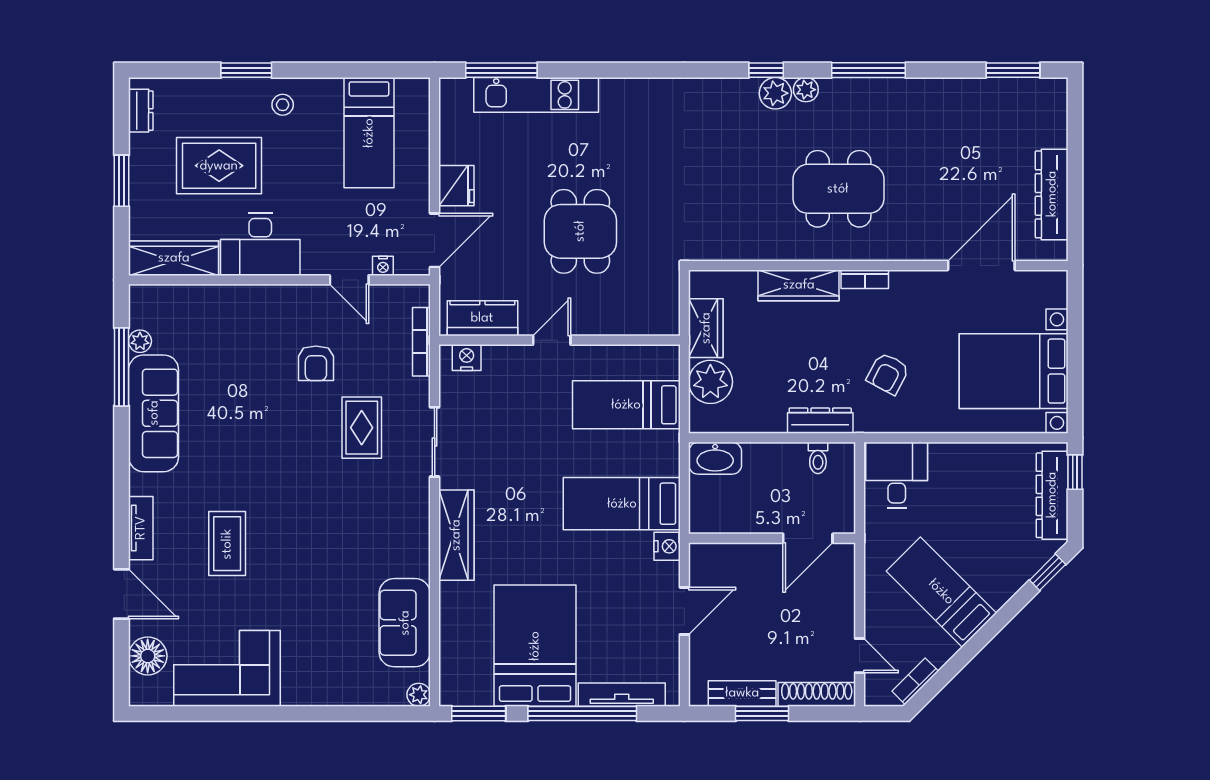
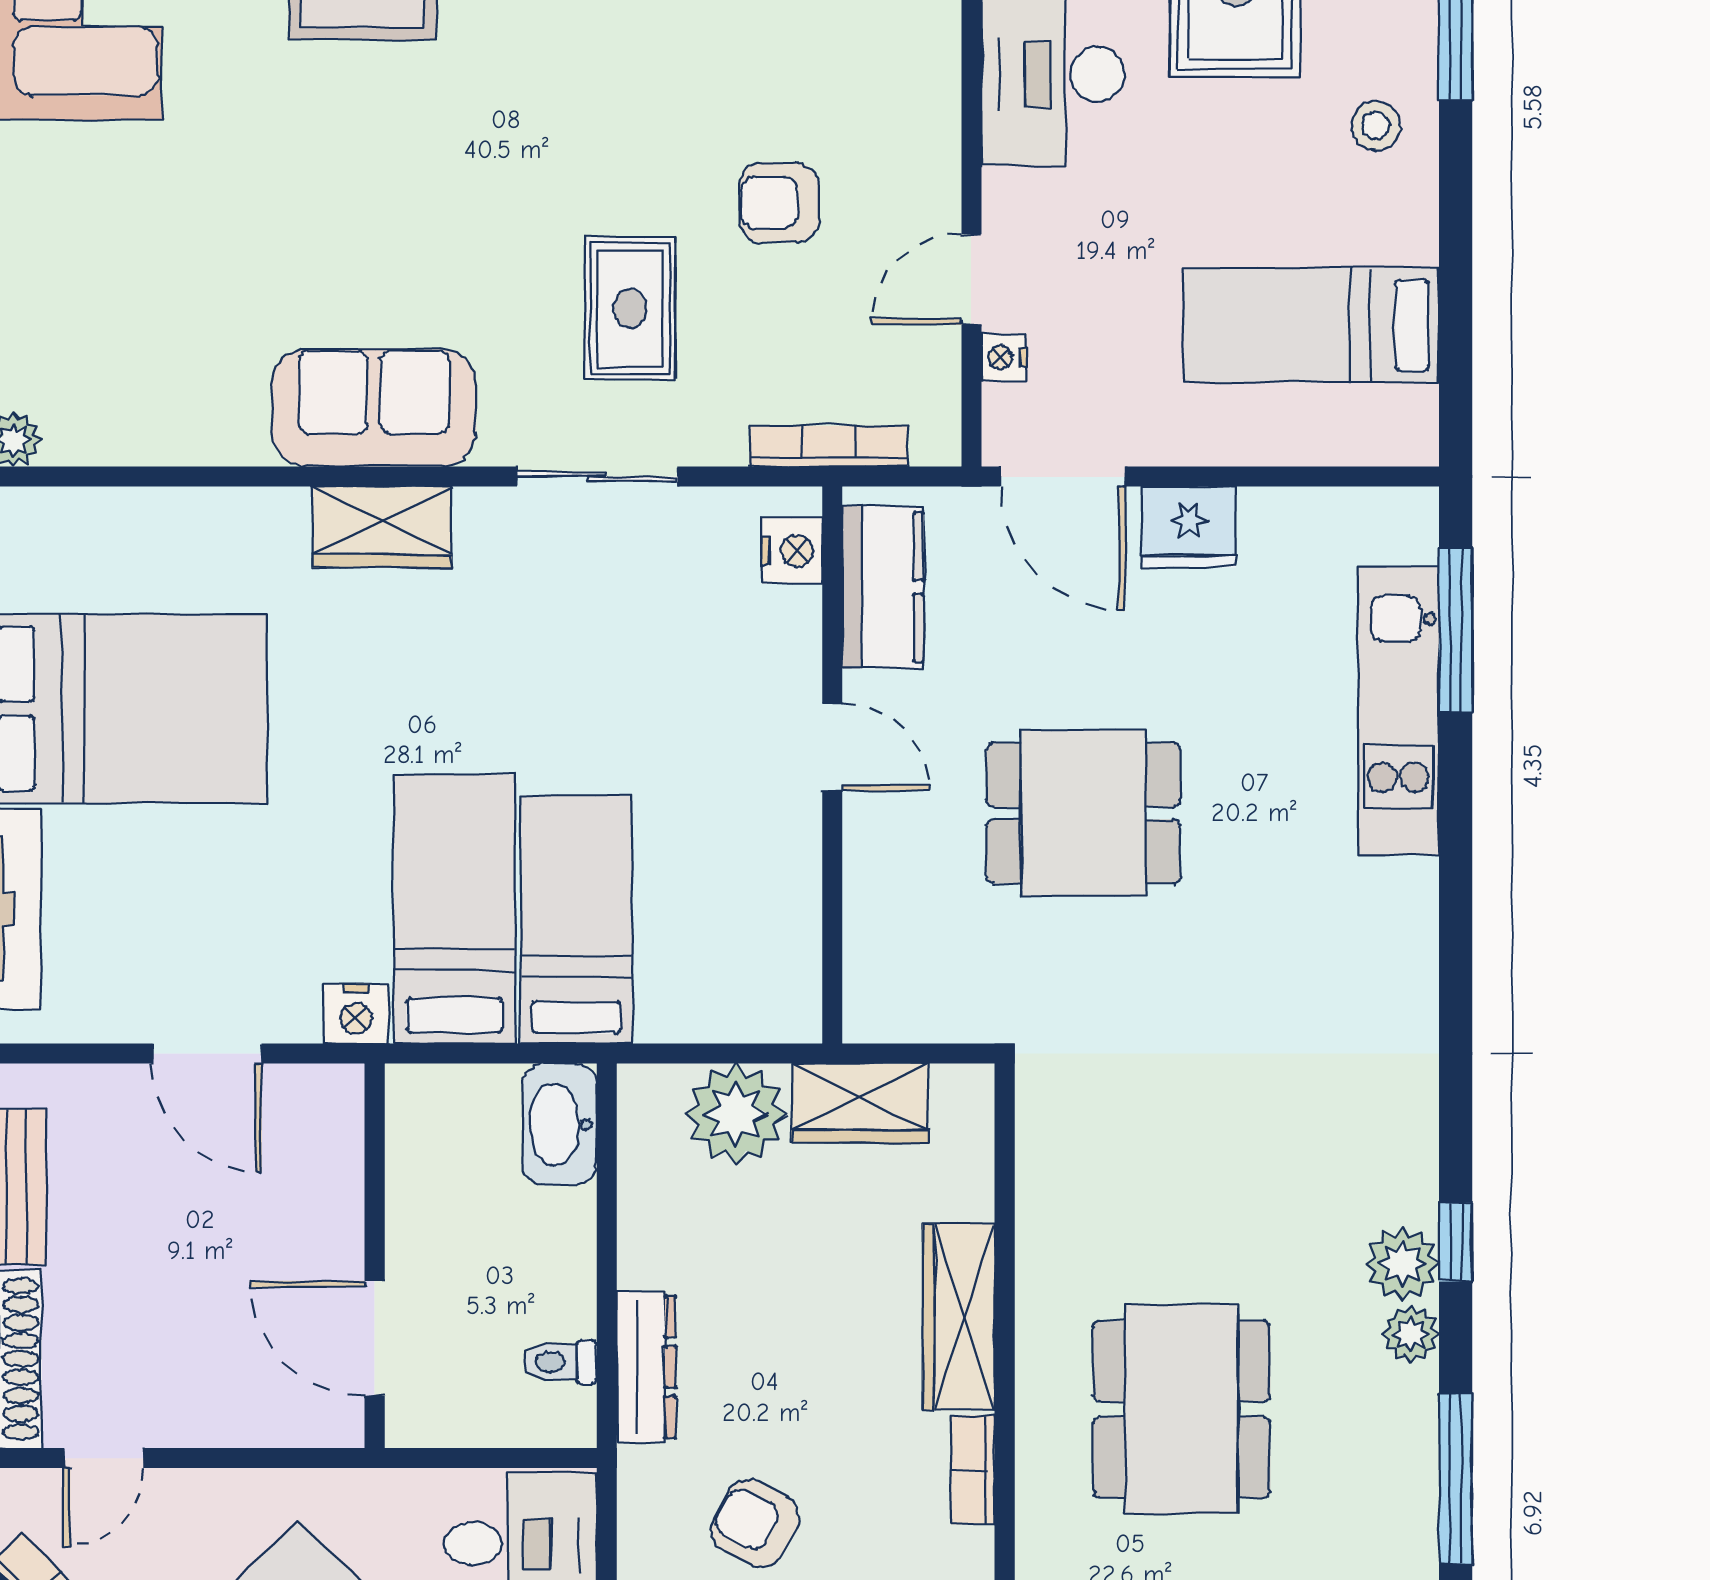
bed: (626, 405) -> (576, 920), moved
rug: (362, 428) -> (630, 308), turned 90
wardrobe: (456, 535) -> (382, 527), width x0.67
sofa: (405, 623) -> (374, 408), moved

